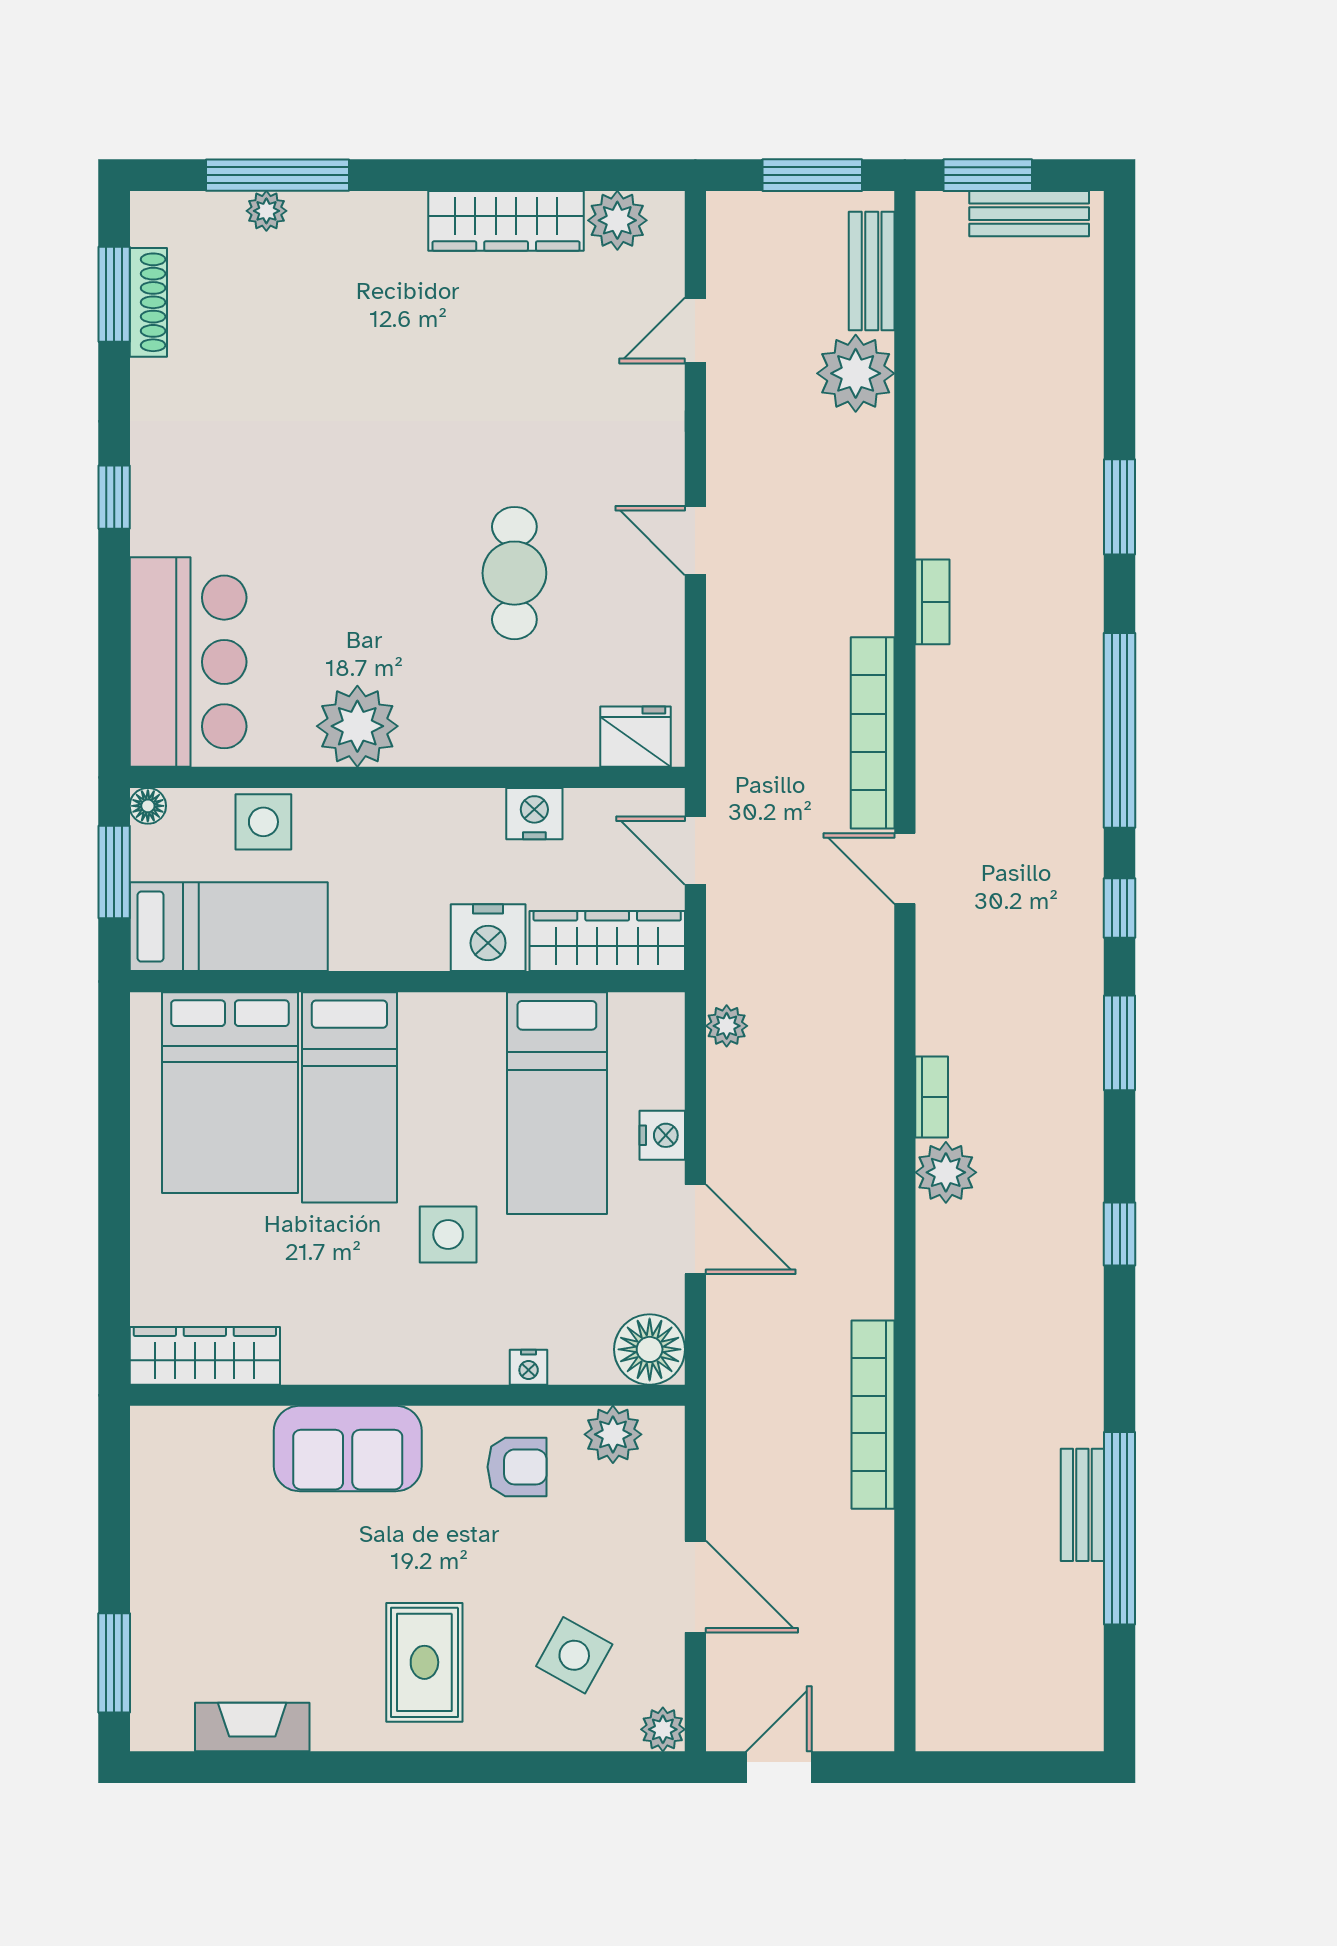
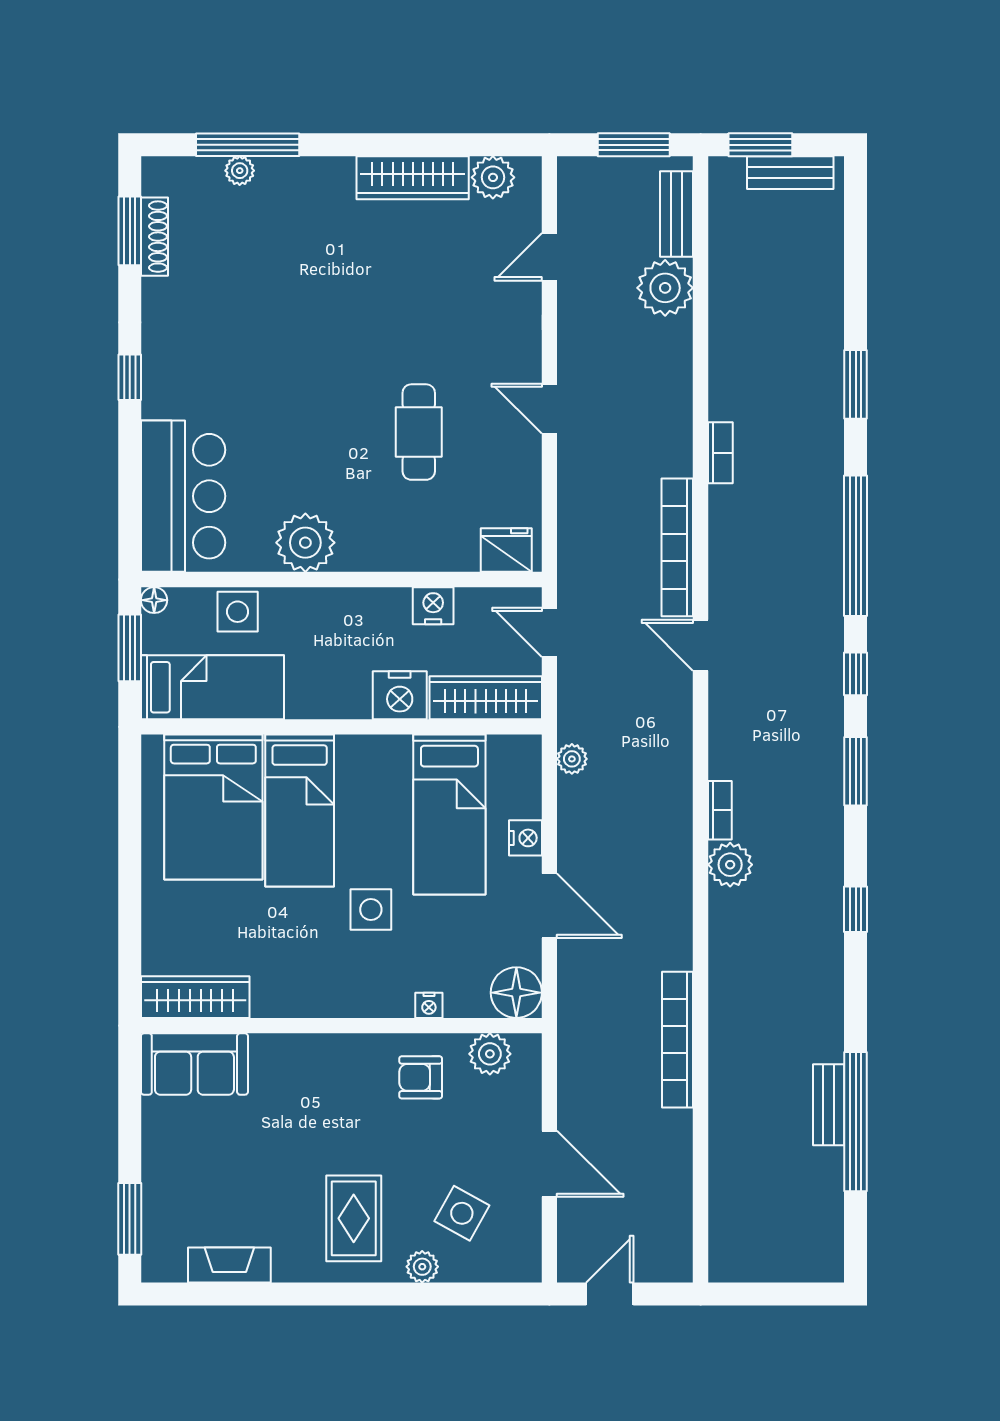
sofa: (348, 1448) -> (194, 1064), moved
armchair: (517, 1467) -> (421, 1077), turned 180
plant: (663, 1729) -> (422, 1267), moved

